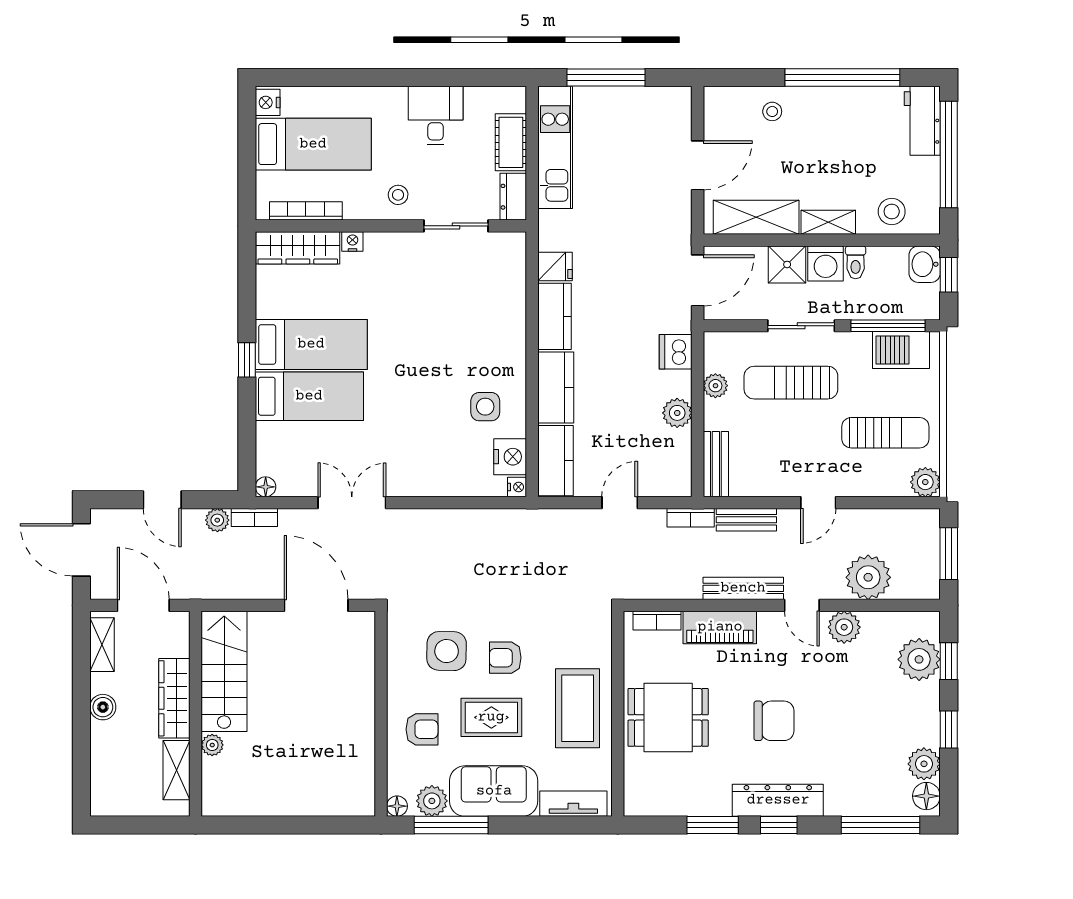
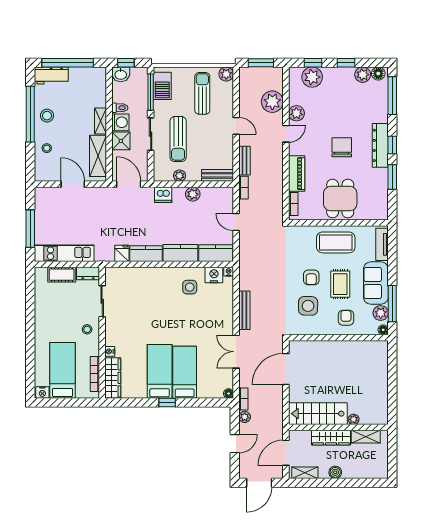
desk: (436, 115) -> (49, 311), removed
stool: (892, 212) -> (47, 116), moved
bench: (743, 588) -> (244, 310), moved

